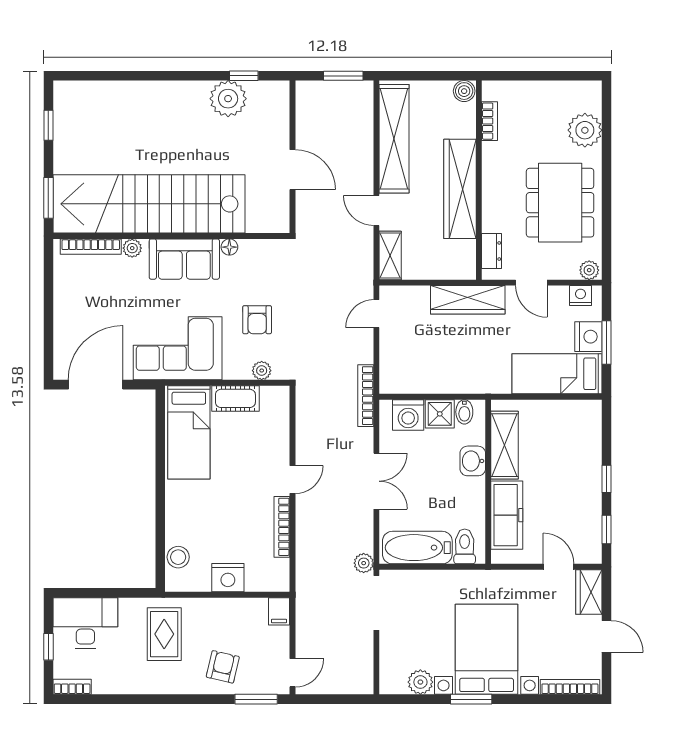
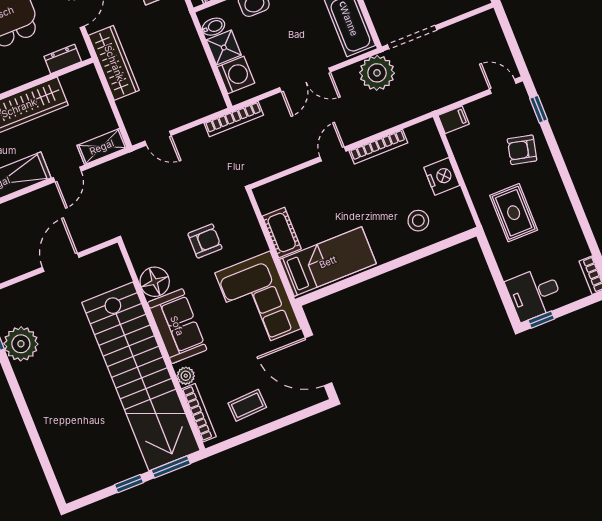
window: (48, 125) -> (129, 484), moved
floor lamp: (229, 247) -> (155, 282), width x1.89, depth x1.89
coffee table: (79, 297) -> (247, 405), added
plant: (262, 371) -> (248, 219), removed
door: (293, 479) -> (333, 154), hinge flipped
double door: (376, 481) -> (305, 80), swing flipped
stool: (178, 557) -> (418, 221), moved
plant: (364, 563) -> (377, 73), width x1.88, depth x1.88
desk: (85, 623) -> (534, 294), width x0.73
rug: (164, 634) -> (514, 213), turned 90
window: (48, 647) -> (541, 320), moved
window: (256, 699) -> (539, 109), width x0.67

